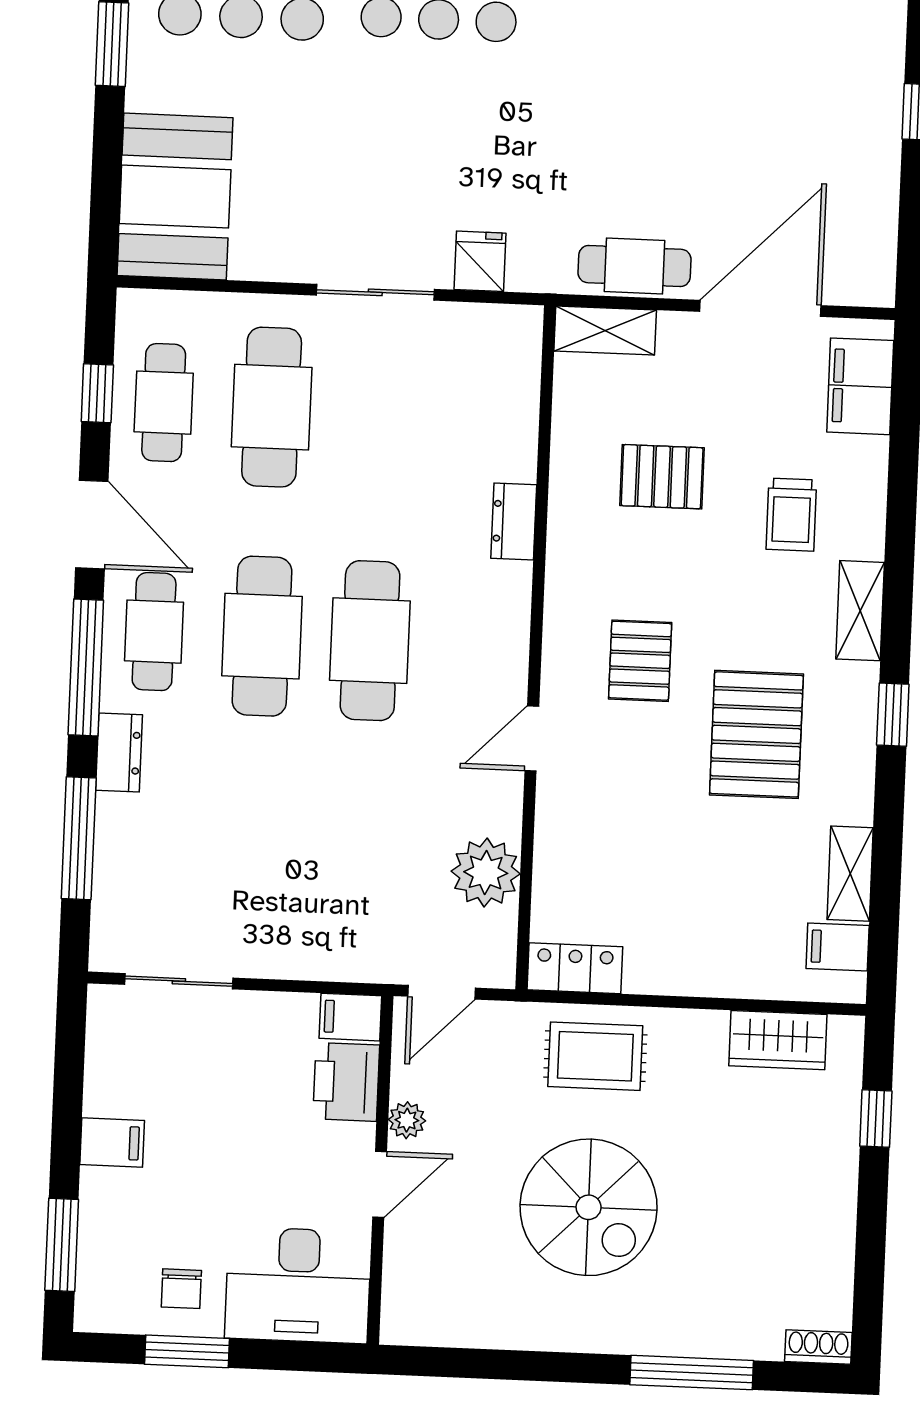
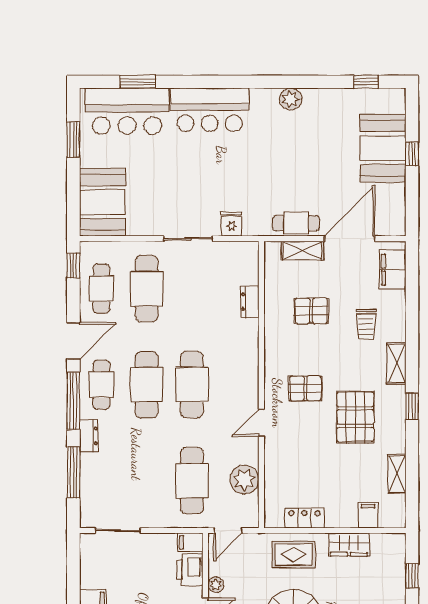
booth: (849, 96) -> (383, 148), added
shelving: (605, 330) -> (302, 251), moved
window: (97, 393) -> (73, 266), moved
dresser: (514, 521) -> (250, 302), moved
door: (92, 525) -> (73, 341), hinge flipped
pallet: (640, 661) -> (305, 388), turned 90
cafe table: (360, 870) -> (192, 481), added
filing cabinet: (838, 947) -> (368, 515), moved, turned 90
locker: (575, 968) -> (304, 518), moved
wardrobe: (778, 1040) -> (349, 545), moved

